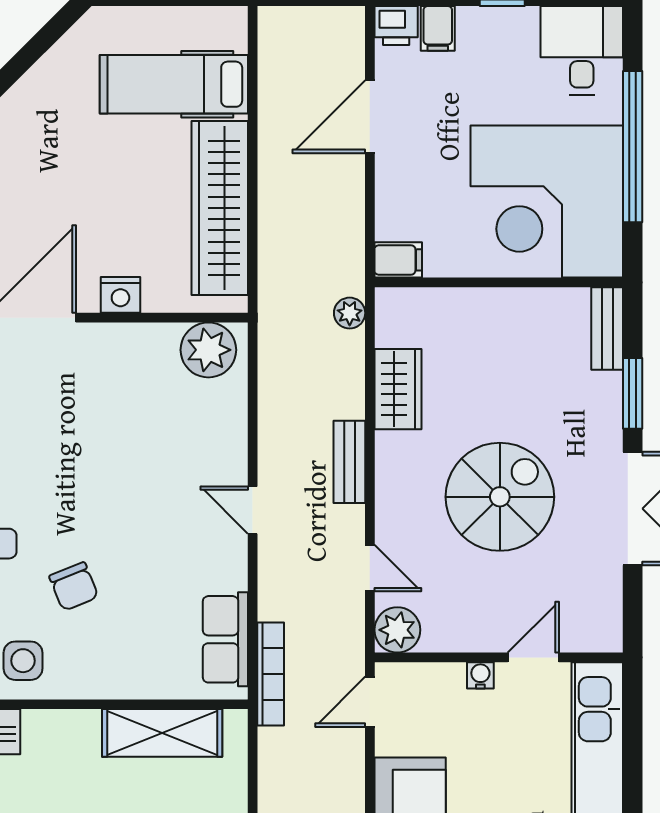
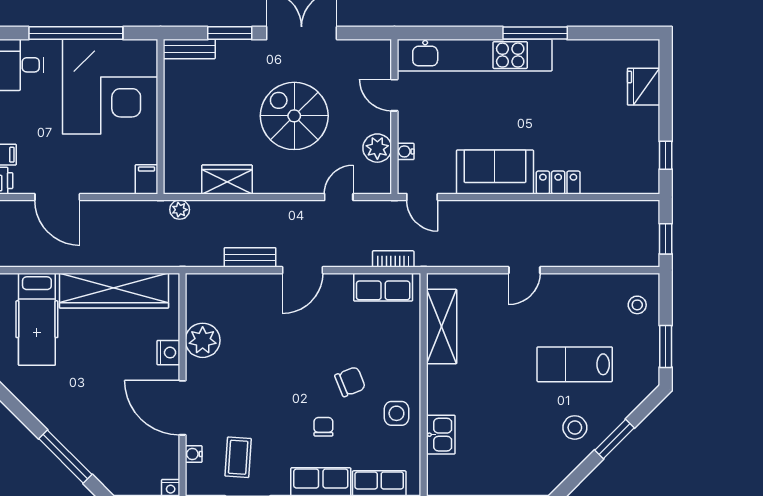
plant: (208, 350) -> (203, 340), moved
bench: (349, 462) -> (250, 257), moved
door: (253, 510) -> (303, 270), width x1.38
plant: (397, 630) -> (377, 148), moved
bookcase: (271, 674) -> (393, 259), width x0.64
water cooler: (480, 675) -> (406, 151), moved

